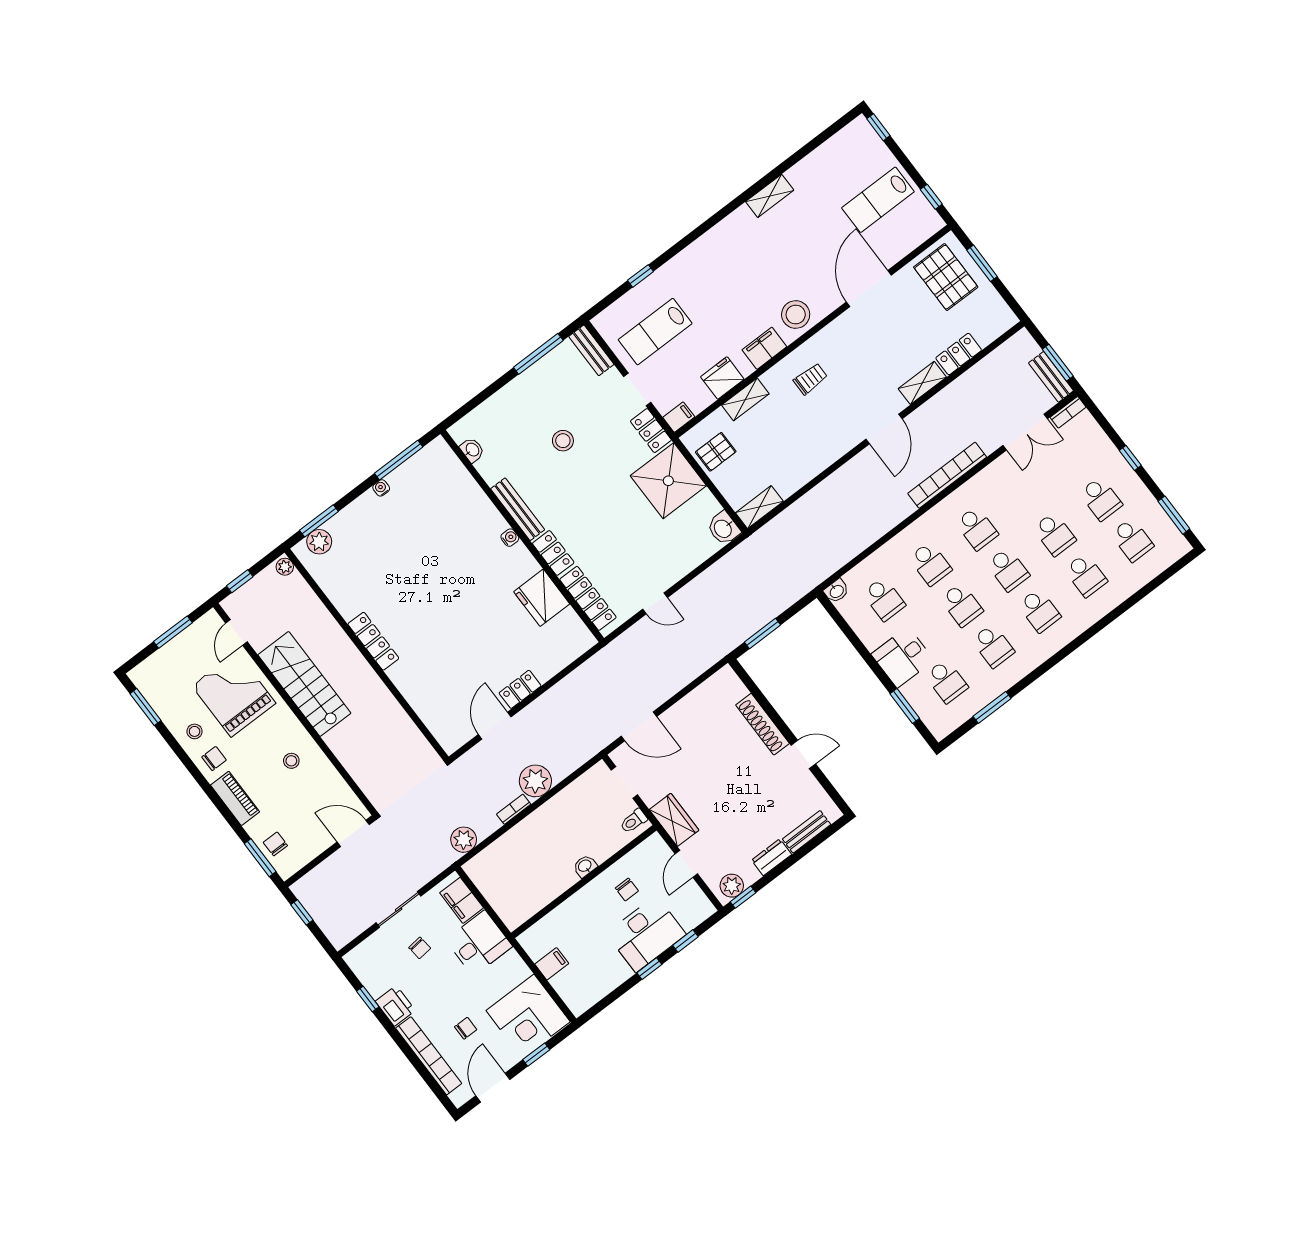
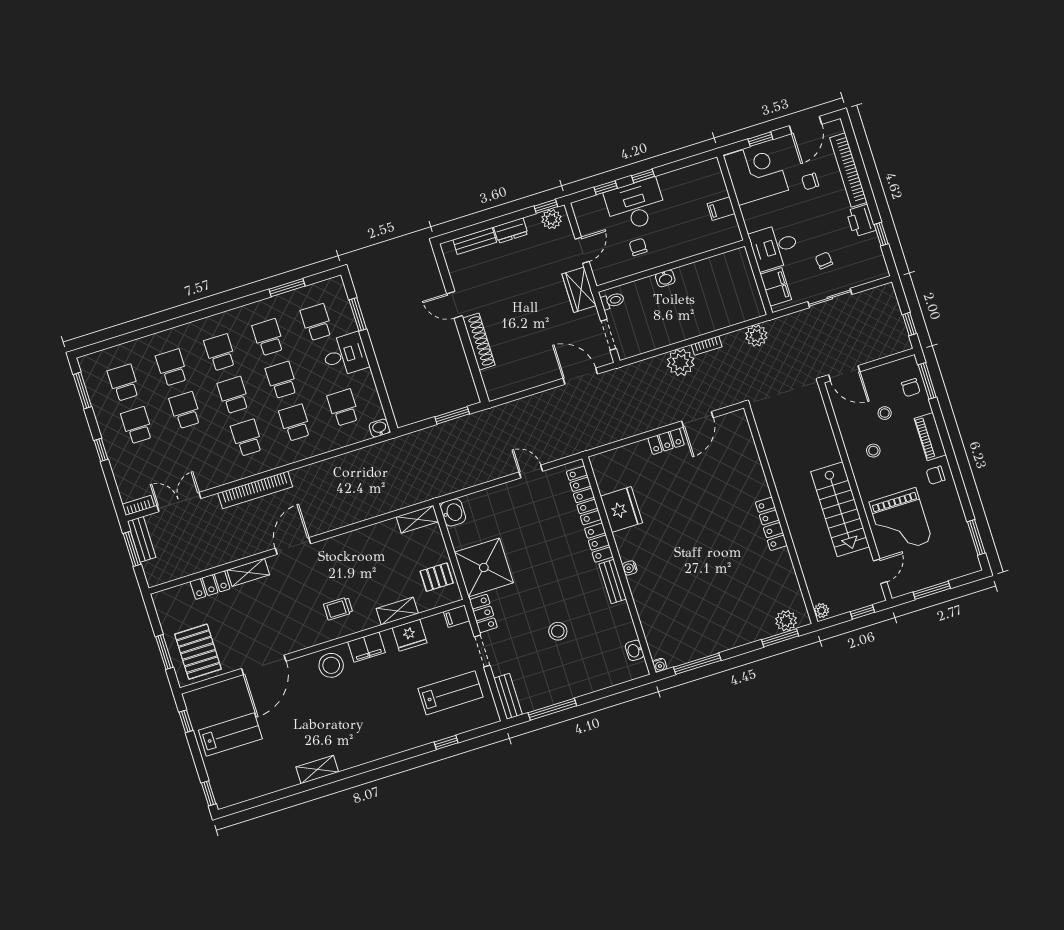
water cooler: (381, 488) -> (660, 665), moved
bench: (518, 509) -> (613, 582), width x0.73
stool: (195, 731) -> (885, 413), moved

